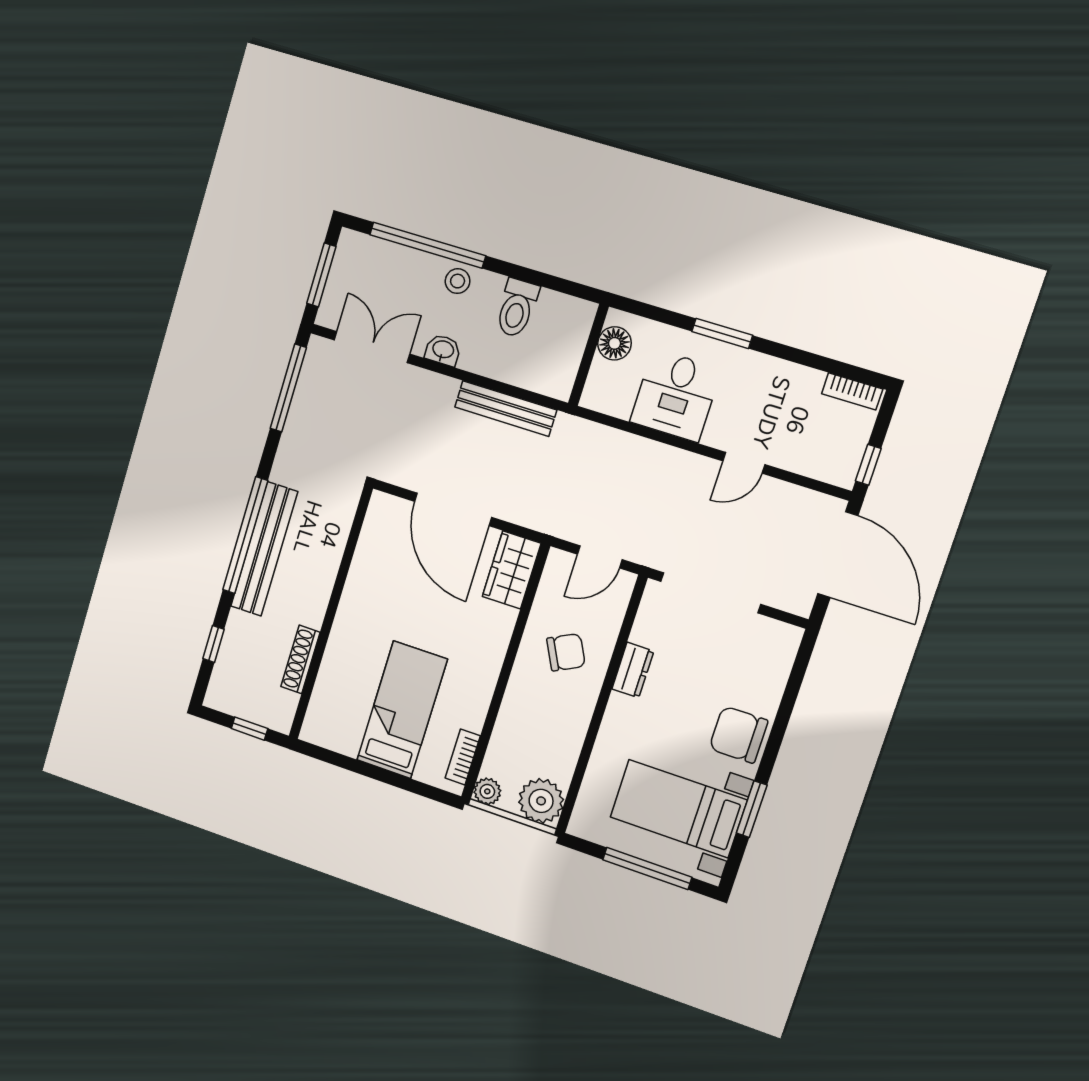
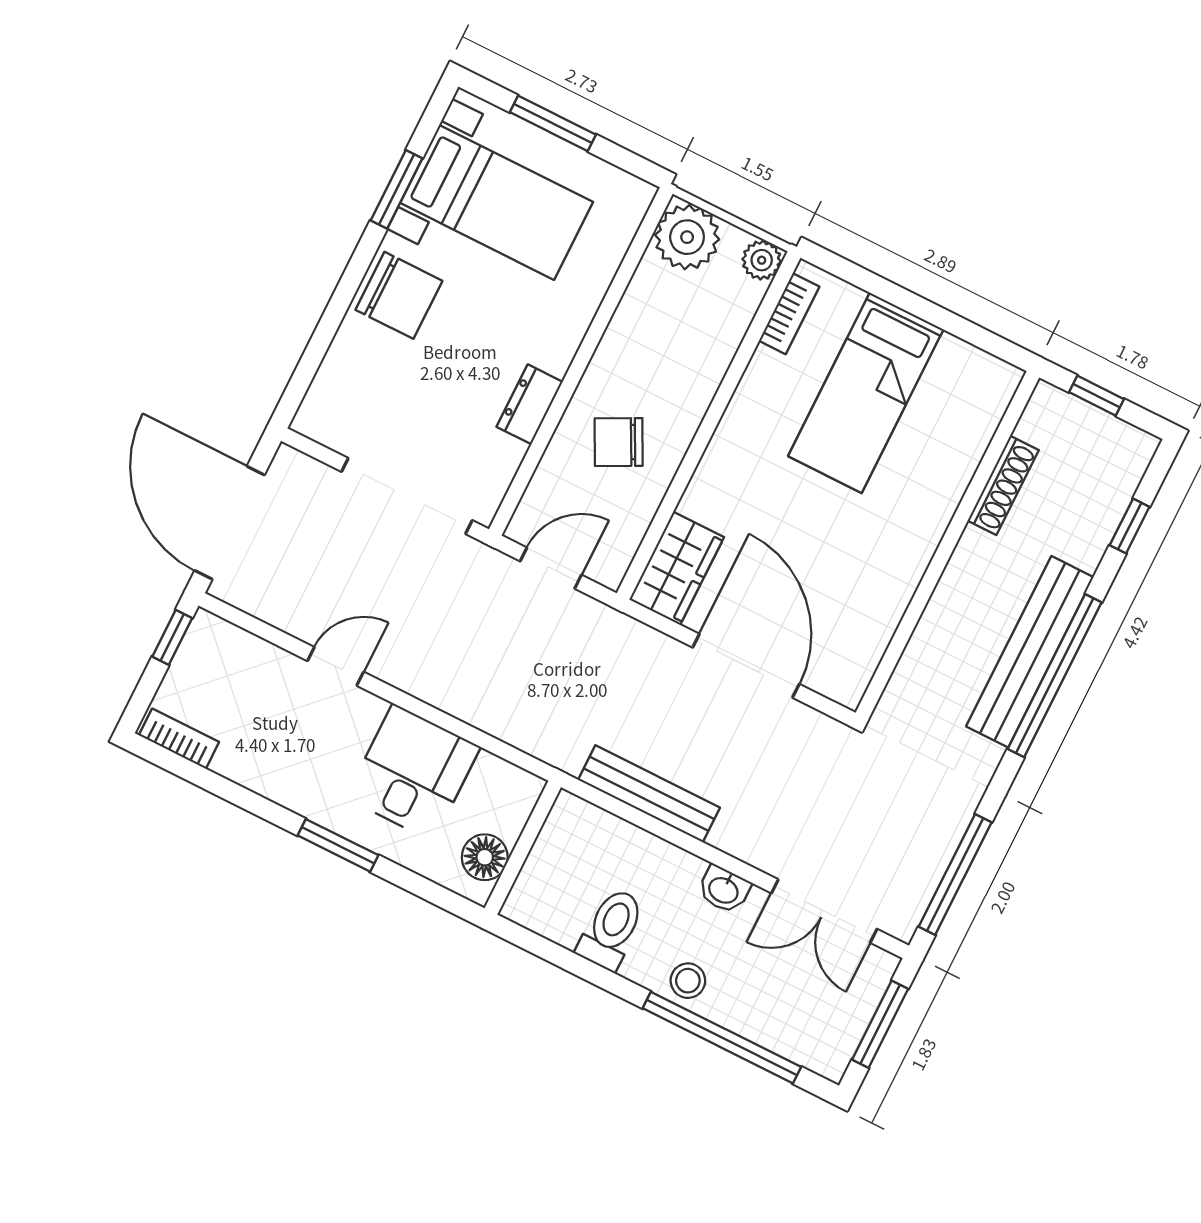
window: (647, 868) -> (553, 123), width x0.69

